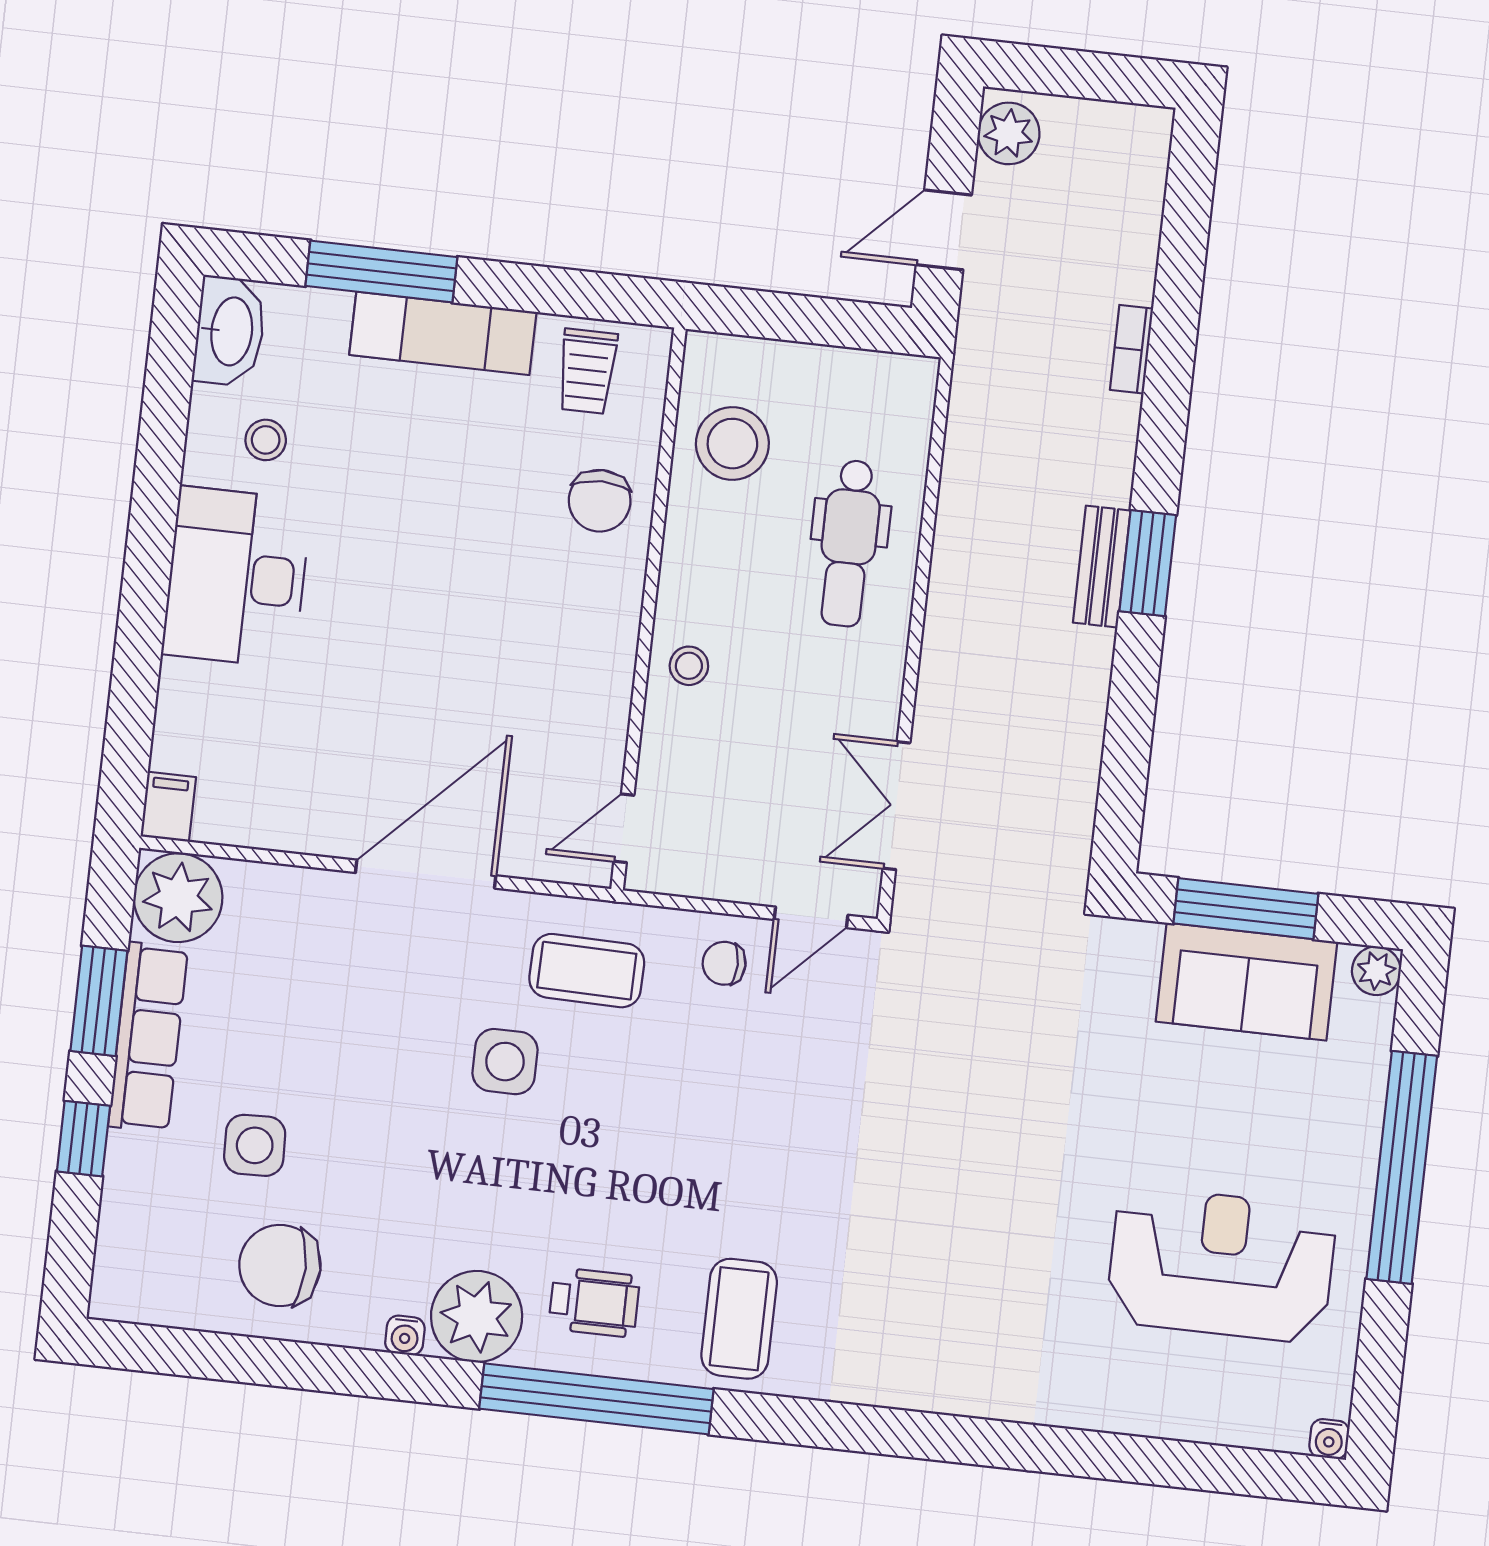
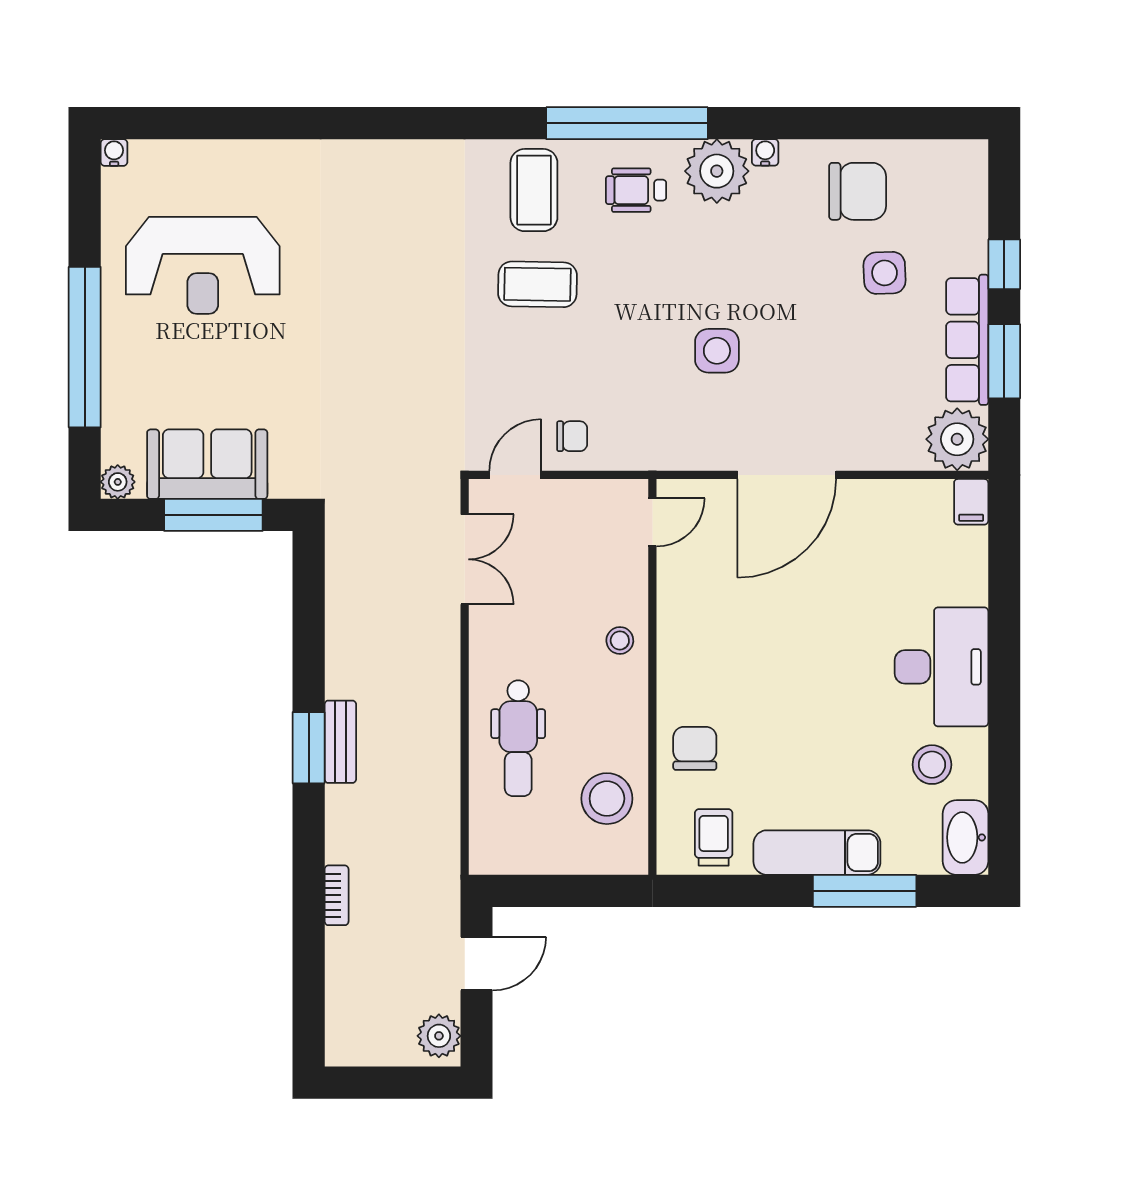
stool: (266, 440) -> (932, 765), width x1.37, depth x1.37
dental chair: (849, 543) -> (518, 738), turned 180
coffee table: (587, 971) -> (537, 284), moved

